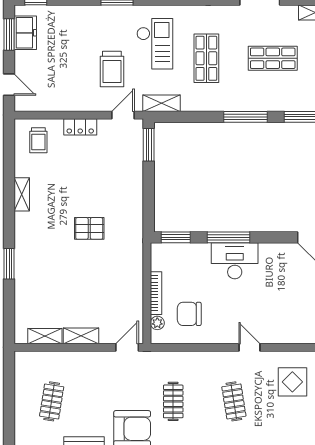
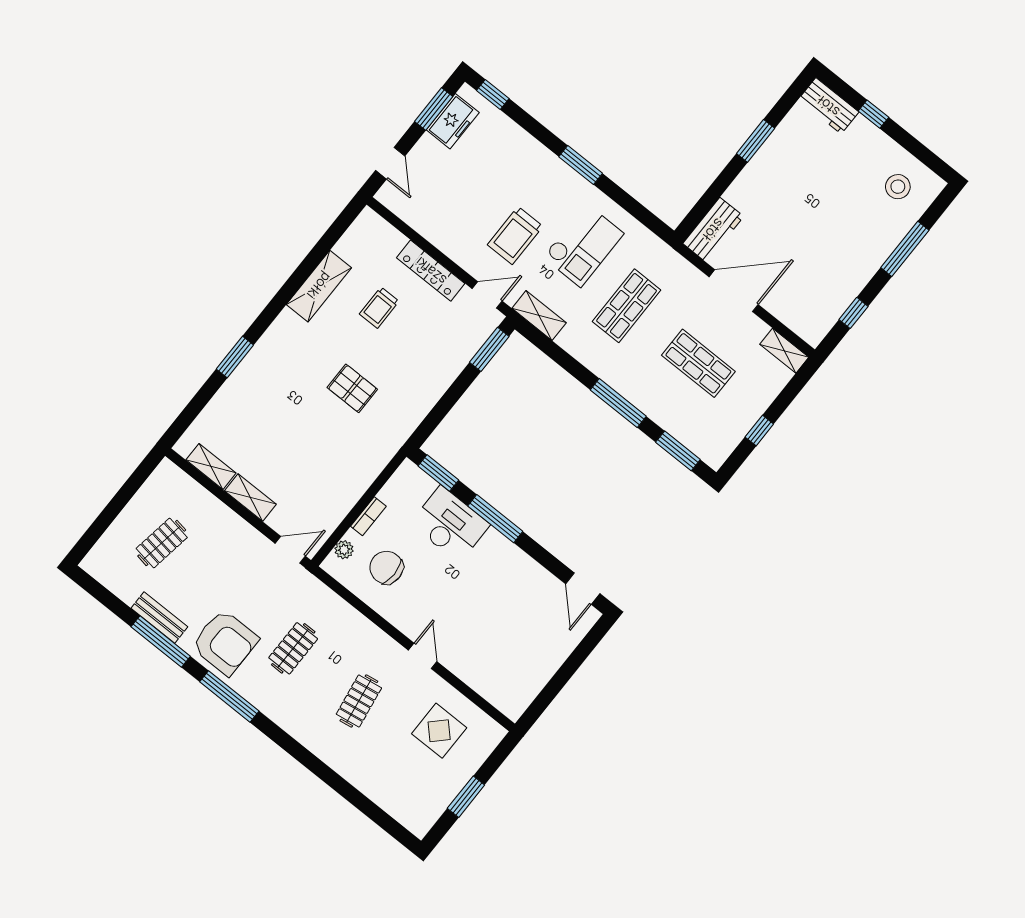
locker: (80, 127) -> (431, 271), width x1.53
trolley: (38, 140) -> (379, 308), moved
shelving: (22, 194) -> (319, 286), width x1.50, depth x1.33
desk: (235, 261) -> (450, 524), moved
bookcase: (156, 293) -> (368, 516), width x0.64

